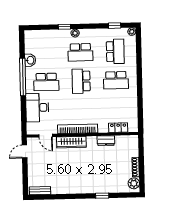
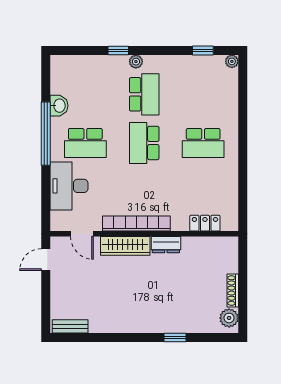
school desk: (115, 51) -> (203, 94), removed
school desk: (80, 52) -> (144, 94), turned -90
dresser: (106, 141) -> (166, 245), moved

